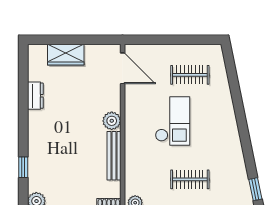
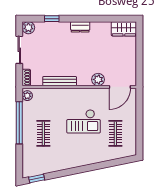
wardrobe: (66, 55) -> (124, 29), moved, turned -90
dresser: (35, 96) -> (80, 27), moved
plant: (112, 121) -> (98, 79), moved

